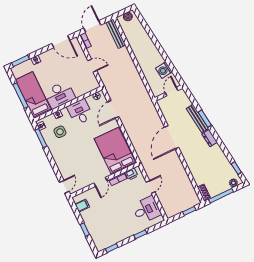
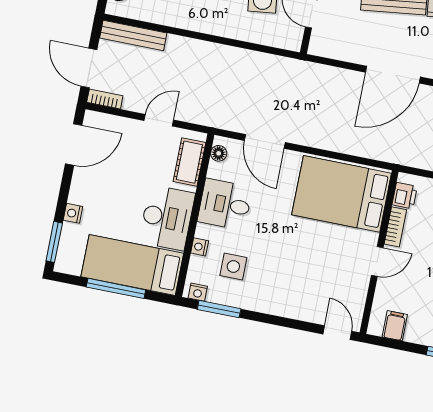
cot: (86, 88) -> (189, 162), added
door: (172, 137) -> (393, 75), hinge flipped
door: (100, 182) -> (377, 261), hinge flipped

